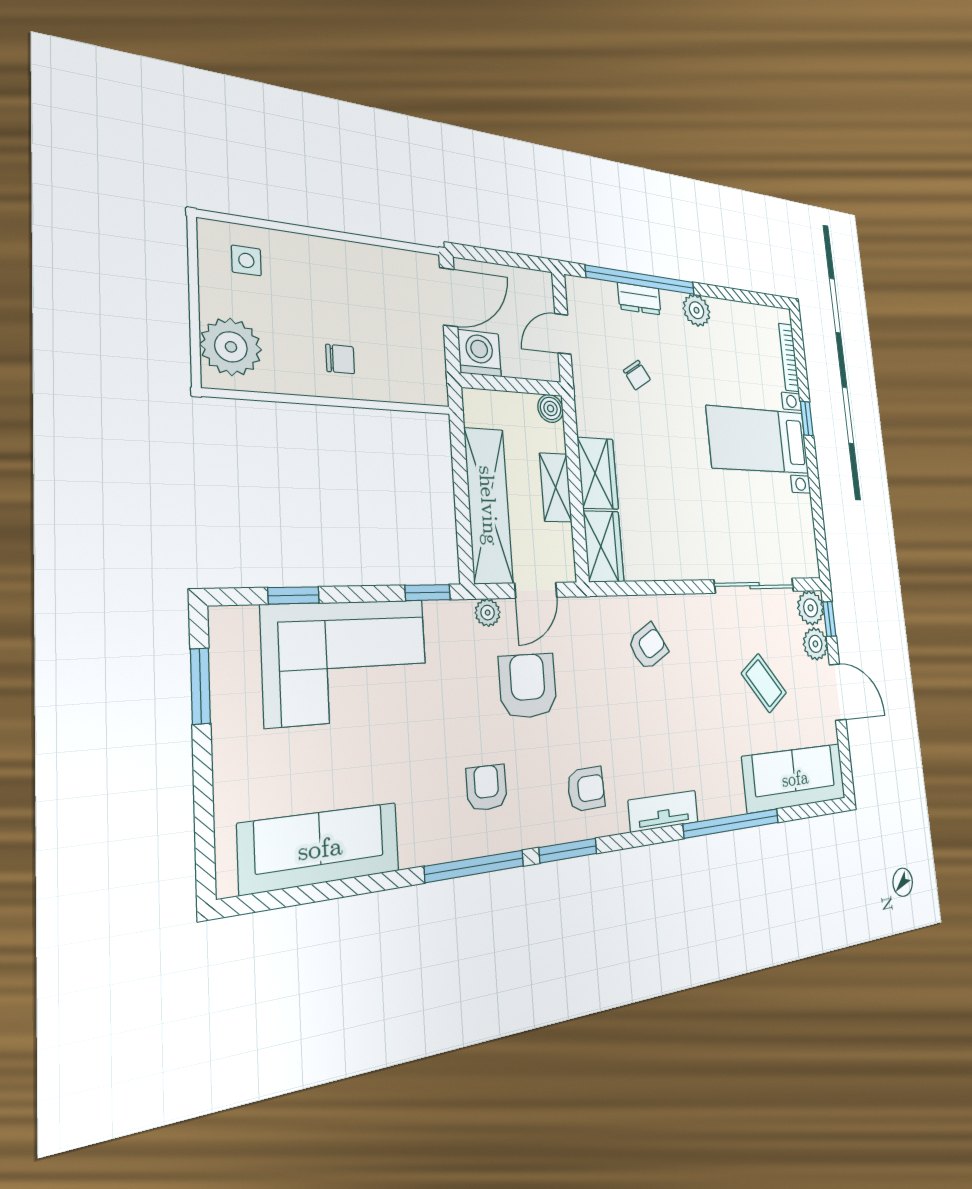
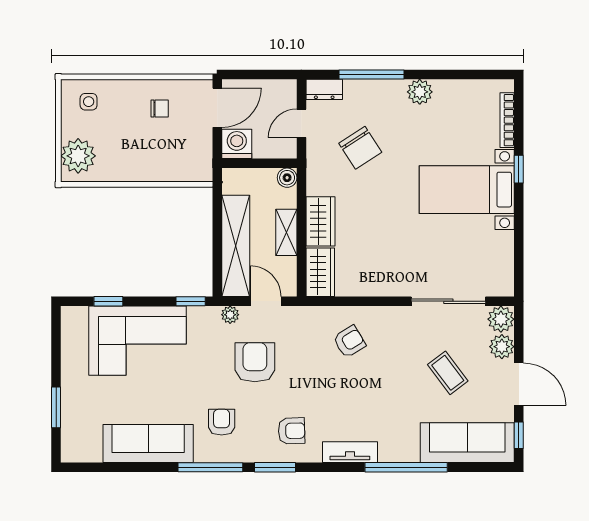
window: (641, 280) -> (371, 75), width x0.68
dresser: (639, 299) -> (324, 89), moved
chair: (340, 359) -> (160, 109), moved
chair: (637, 375) -> (360, 148), width x1.87, depth x1.87
door: (536, 590) -> (266, 301), swing flipped
window: (829, 619) -> (519, 435), moved
window: (200, 686) -> (56, 407), moved
sofa: (320, 848) -> (148, 443), moved

